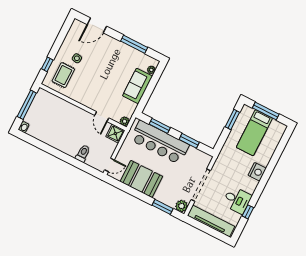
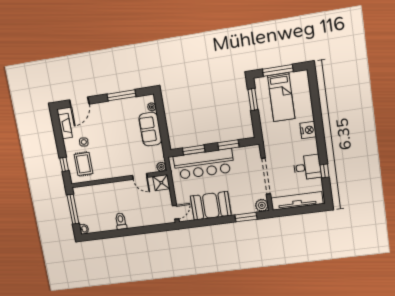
fireplace: (71, 35) -> (65, 126), added
toilet: (83, 153) -> (121, 221), moved

